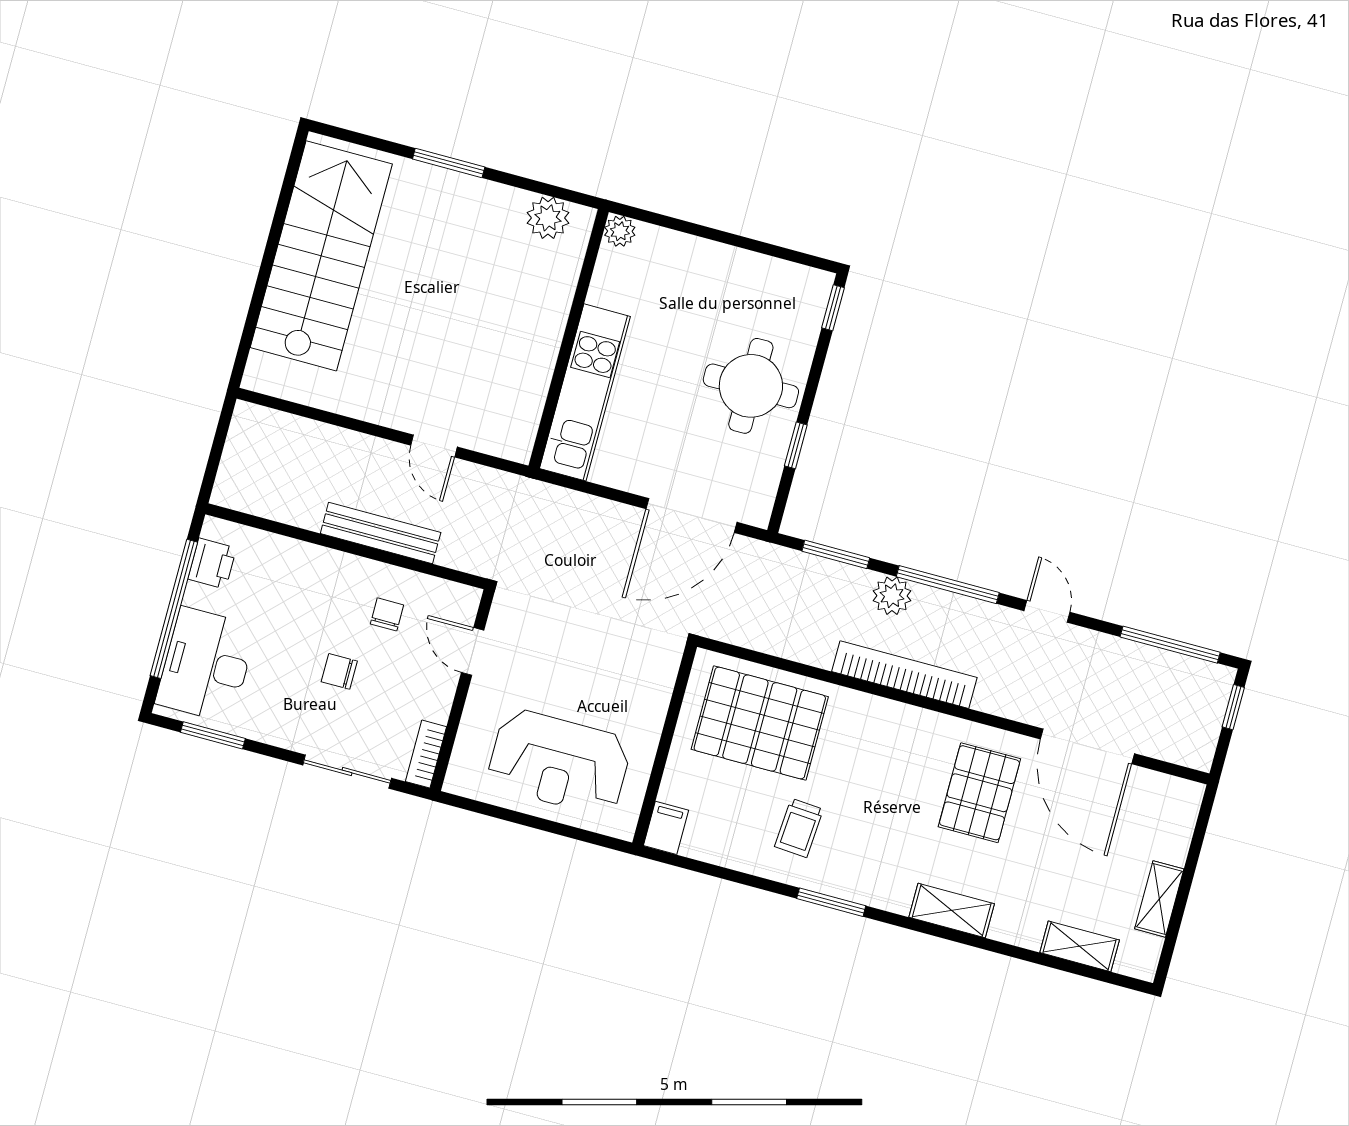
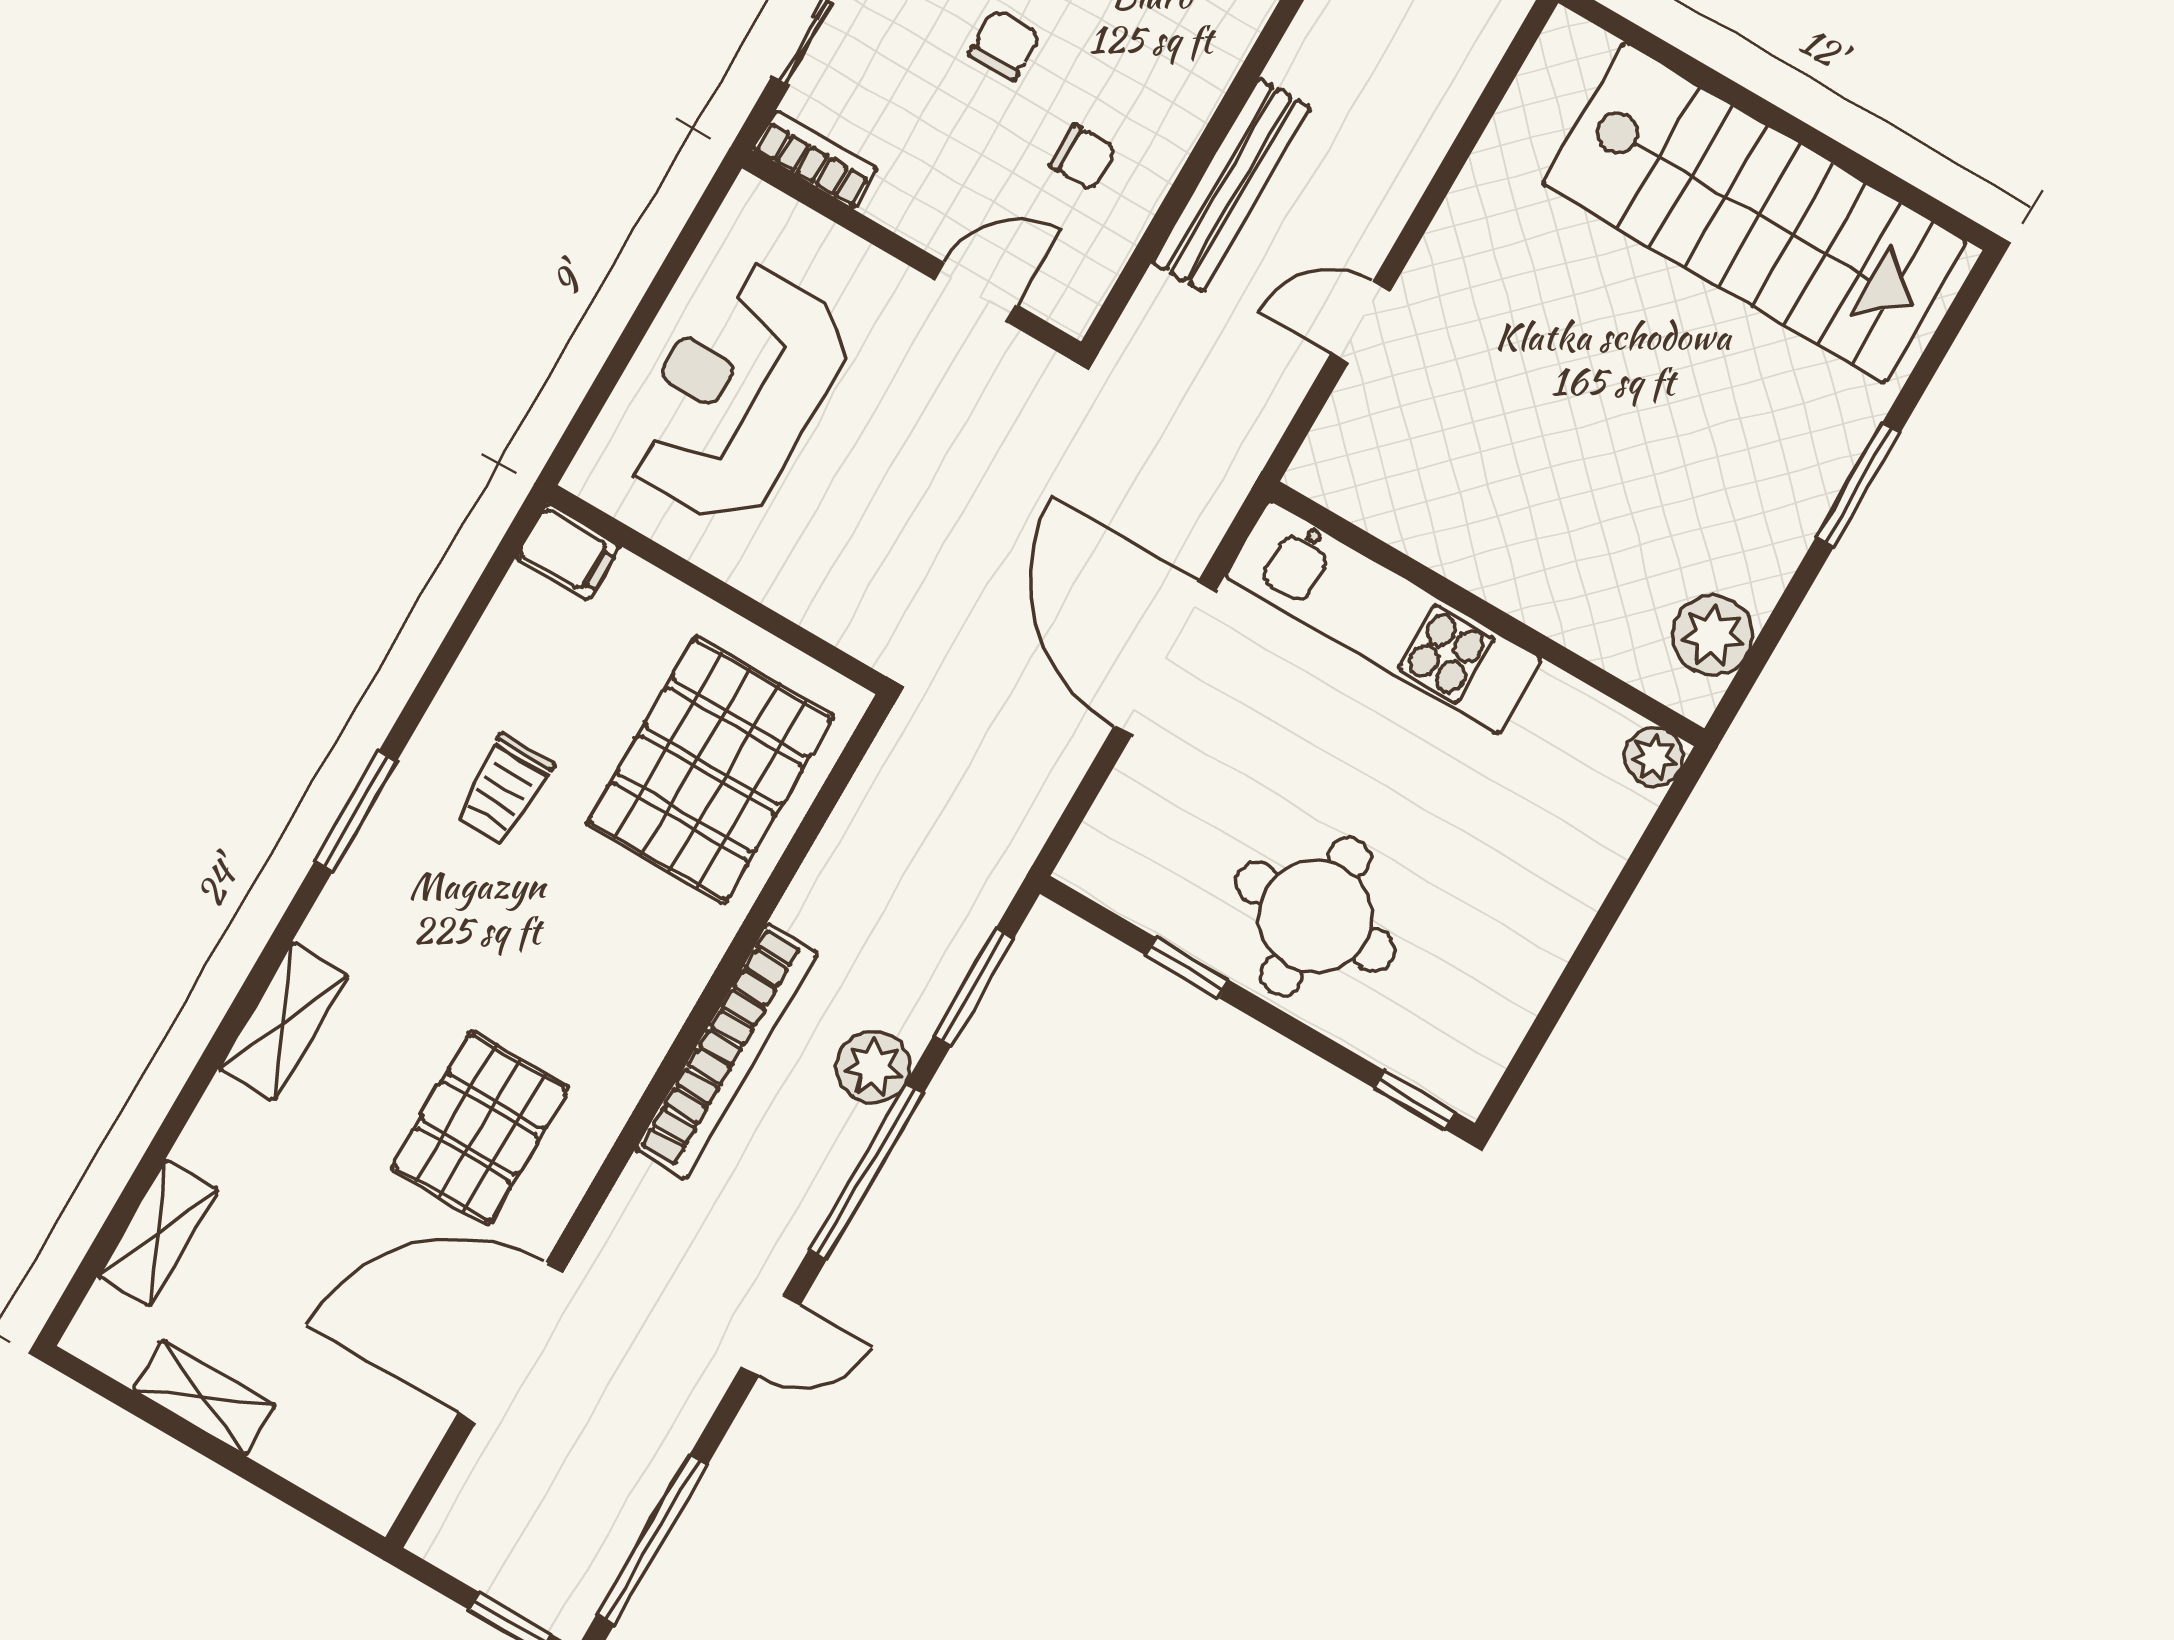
door: (692, 515) -> (1165, 658), moved
pallet: (979, 793) -> (480, 1128), turned 90
trolley: (799, 828) -> (504, 789), turned -94

